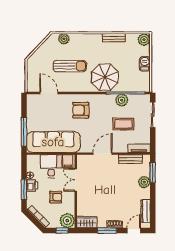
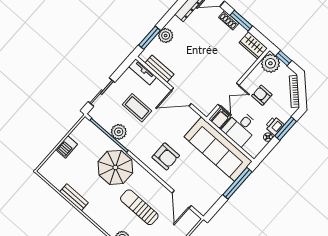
plant: (144, 40) -> (47, 170), removed

